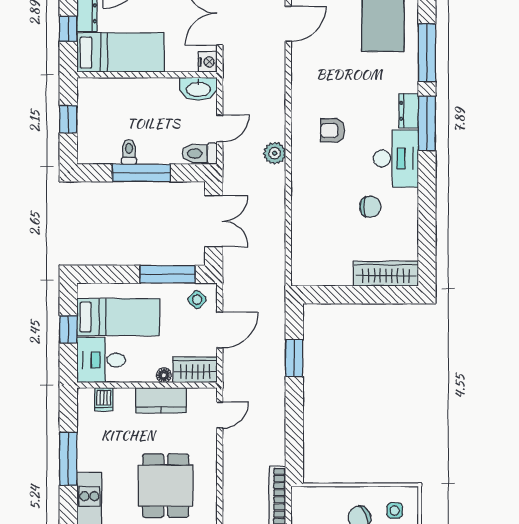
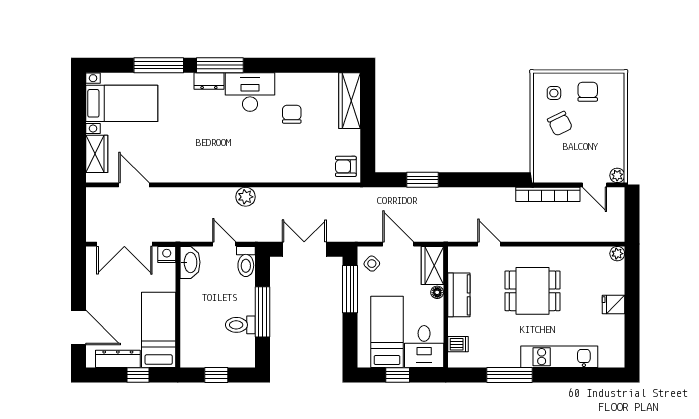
armchair: (333, 130) -> (346, 166), moved, turned 90
toilet: (129, 152) -> (240, 325), width x1.37, depth x1.39
door: (220, 415) -> (489, 244), moved

